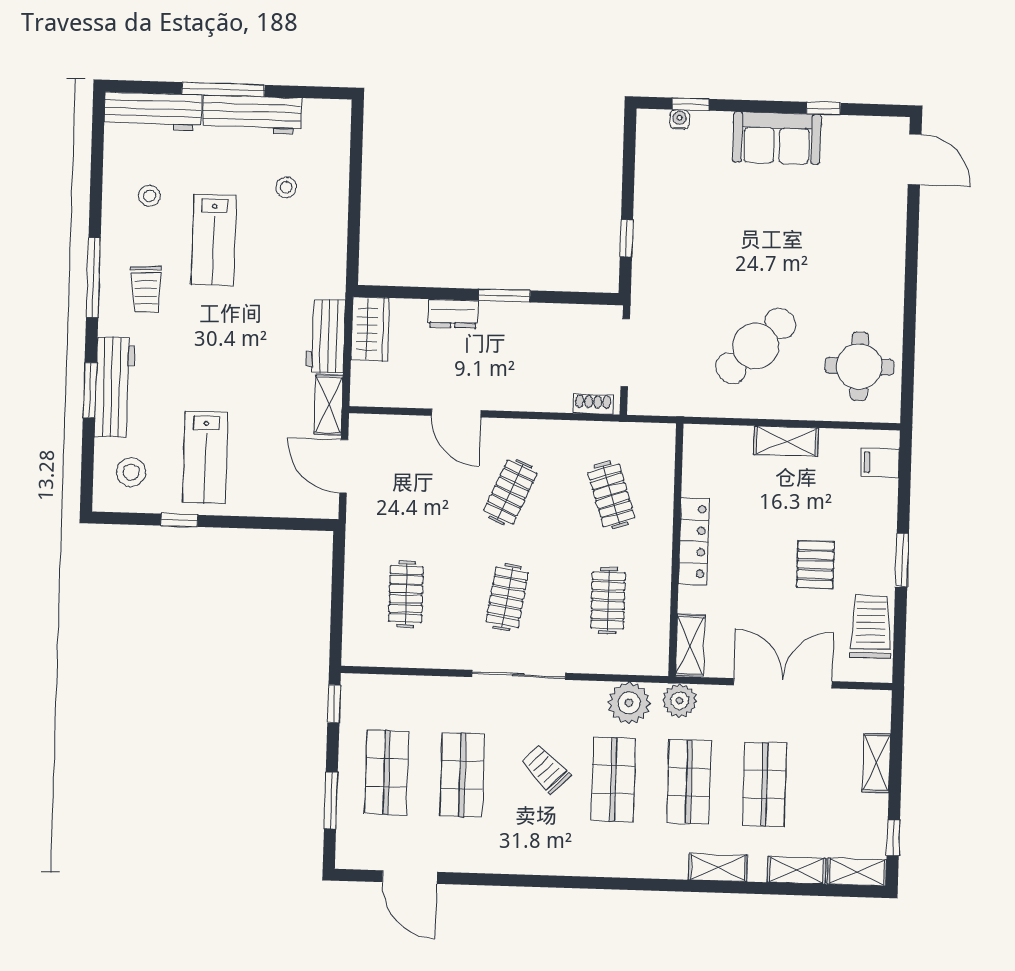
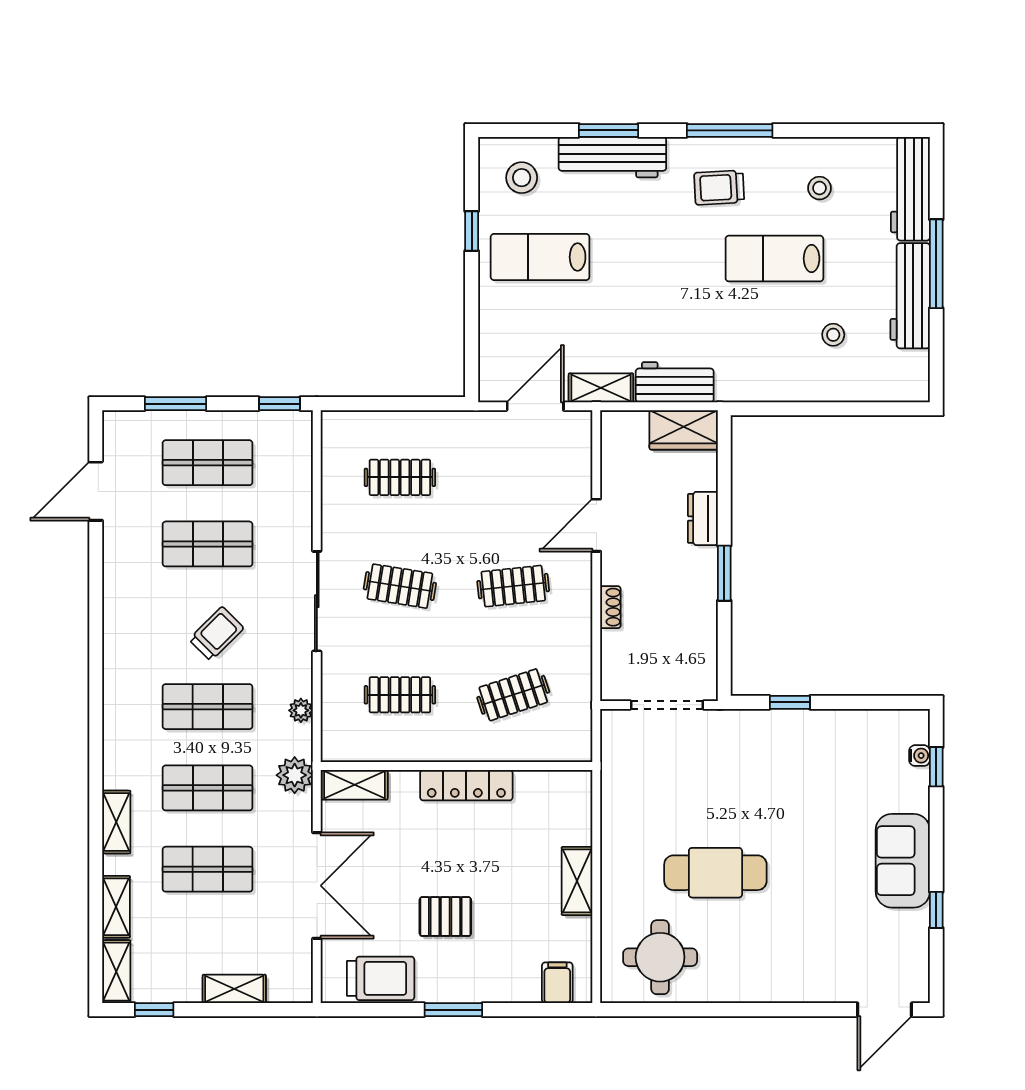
cafe table: (756, 346) -> (715, 873), moved, turned -46
shoe rack: (593, 404) -> (610, 607), moved
clothes rail: (510, 492) -> (513, 586), turned -30
plant: (629, 703) -> (301, 710), width x0.53, depth x0.53

